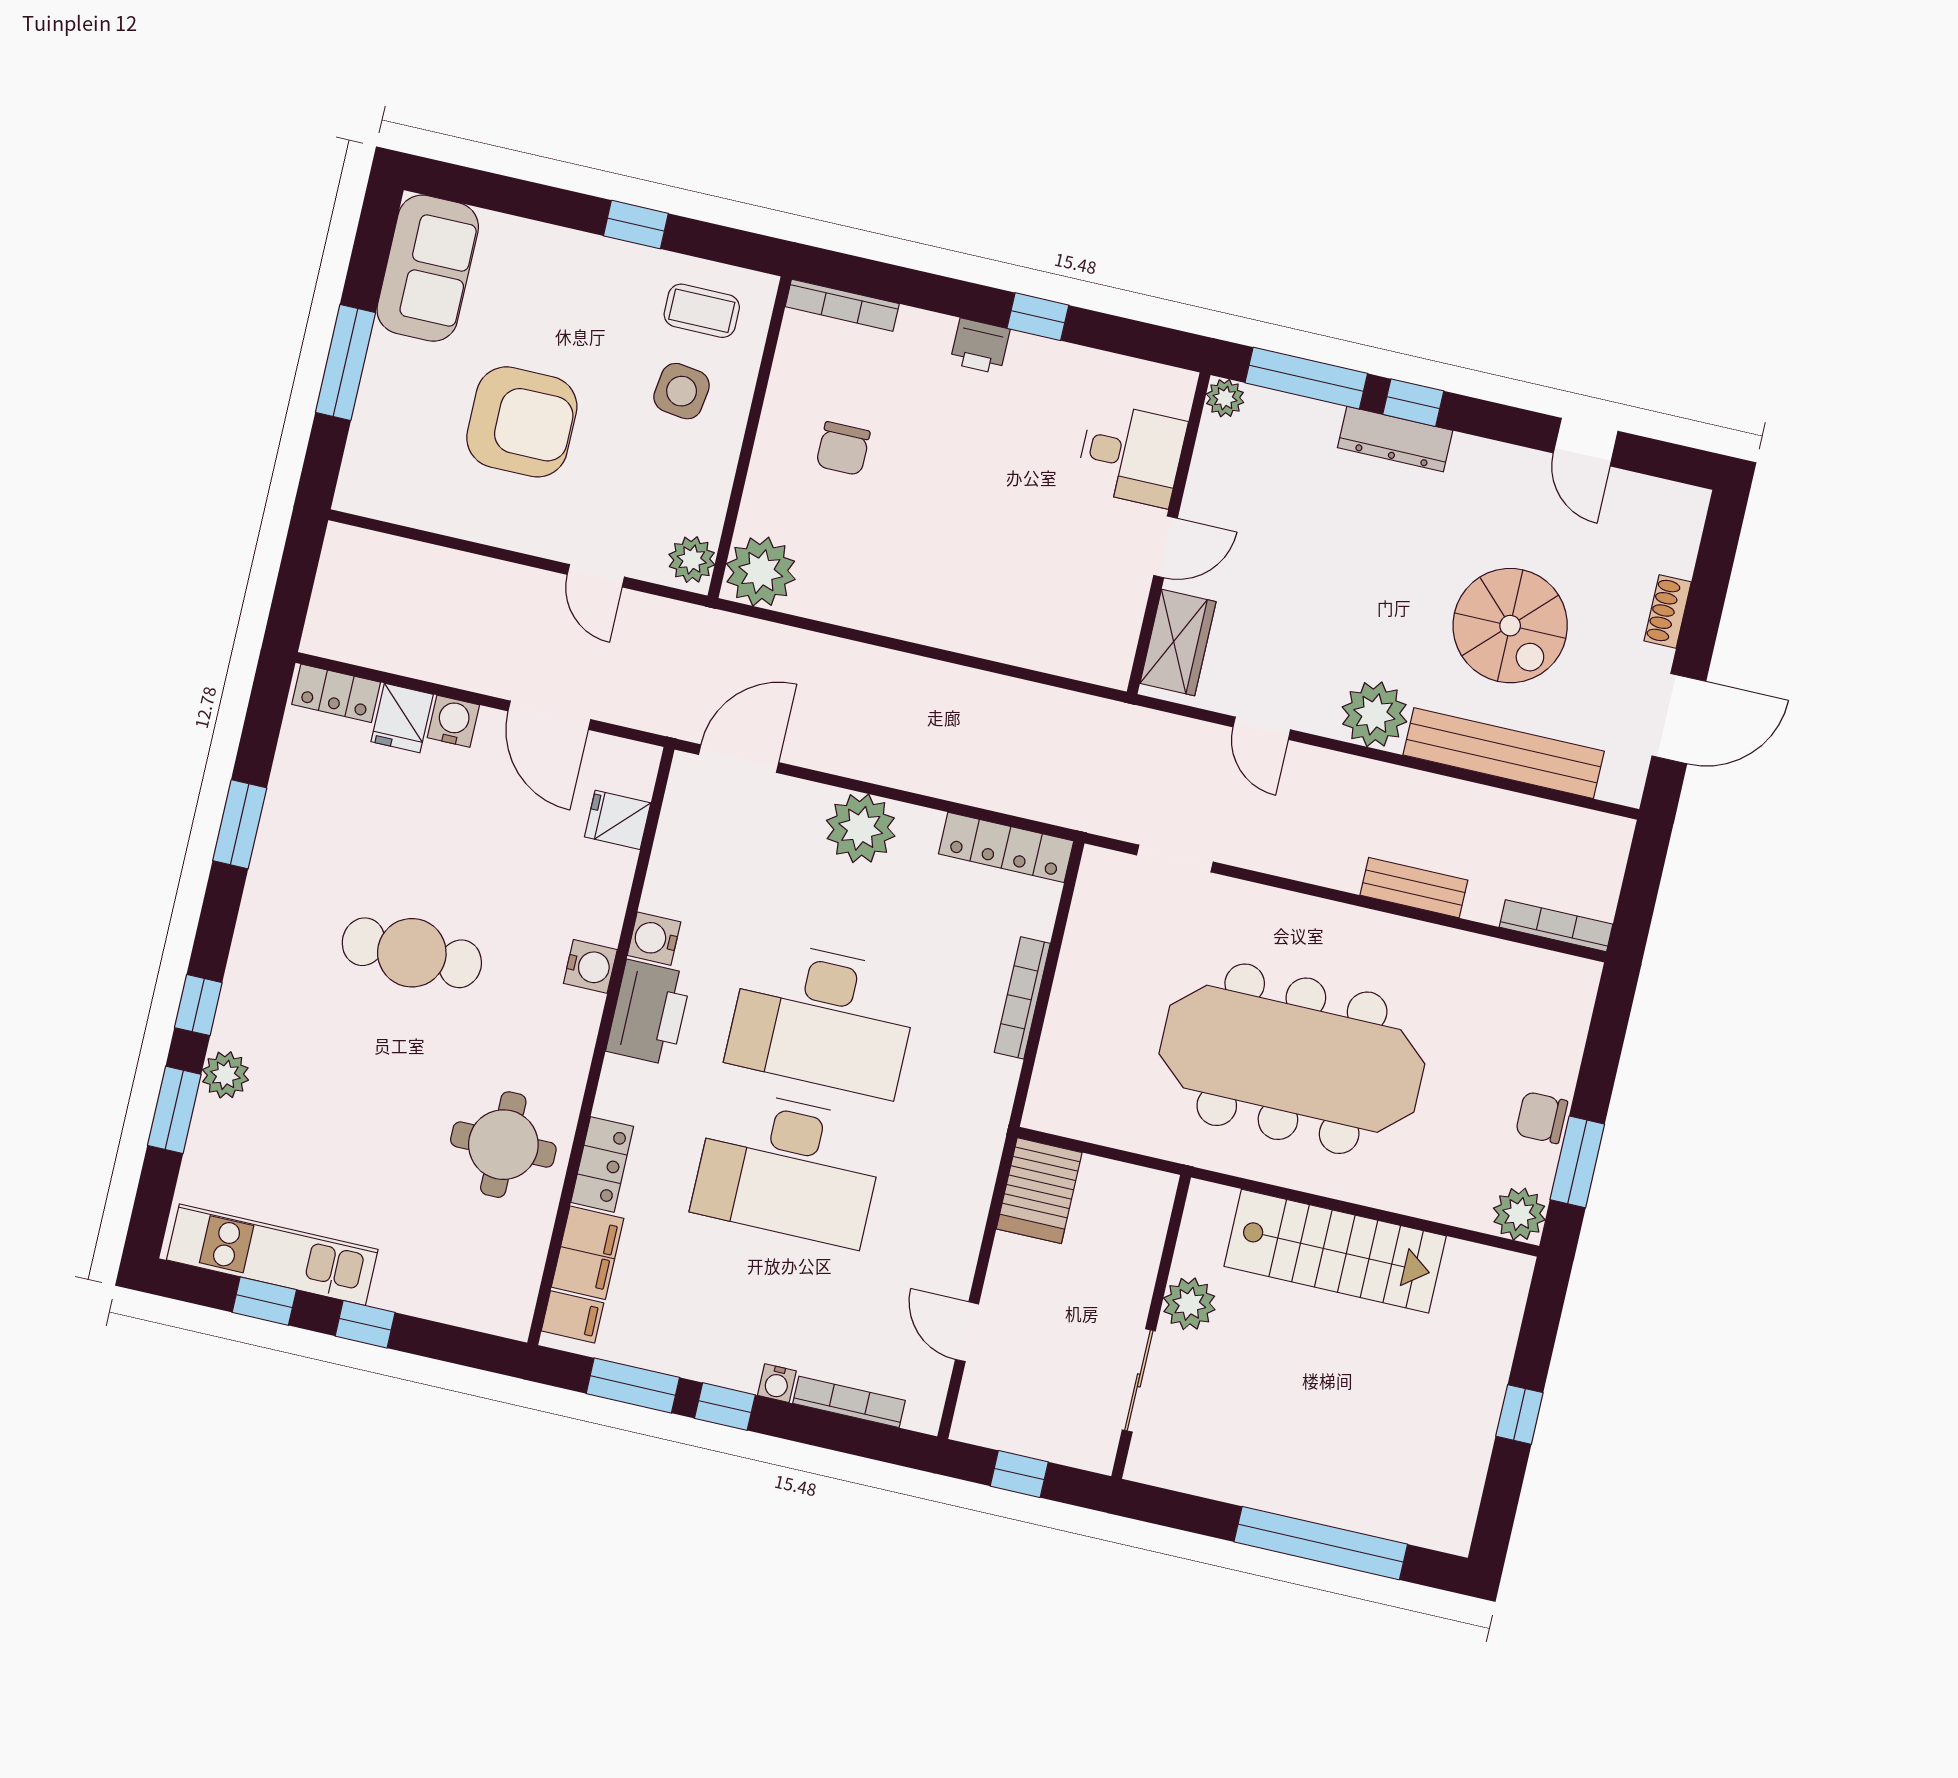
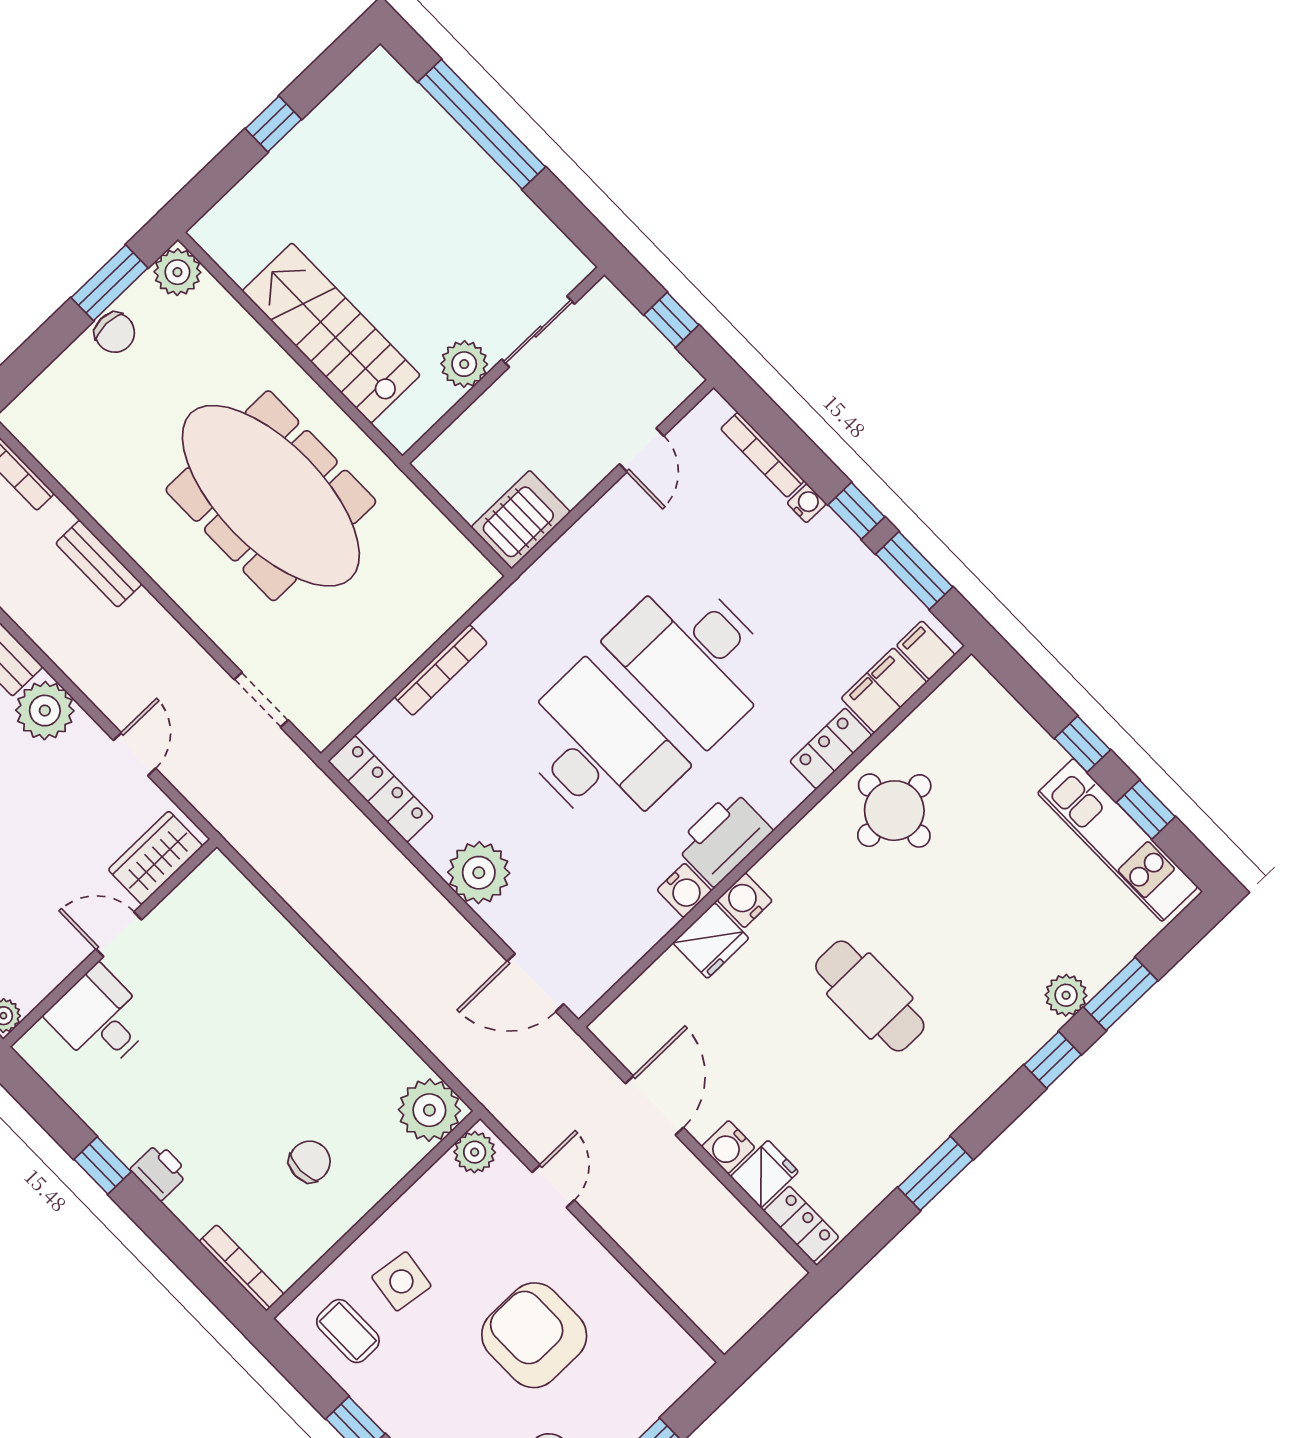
fridge: (618, 820) -> (711, 941), moved, width x1.38
desk: (789, 1168) -> (695, 657), turned 180

